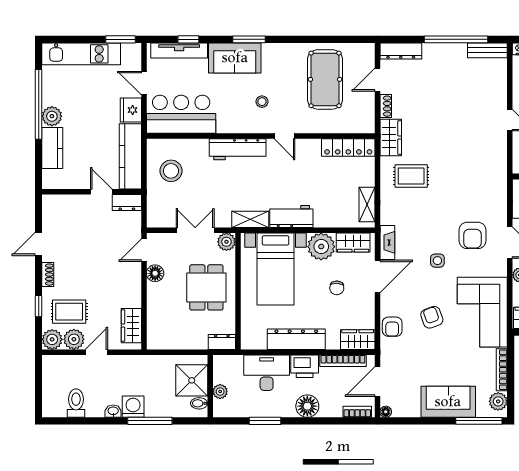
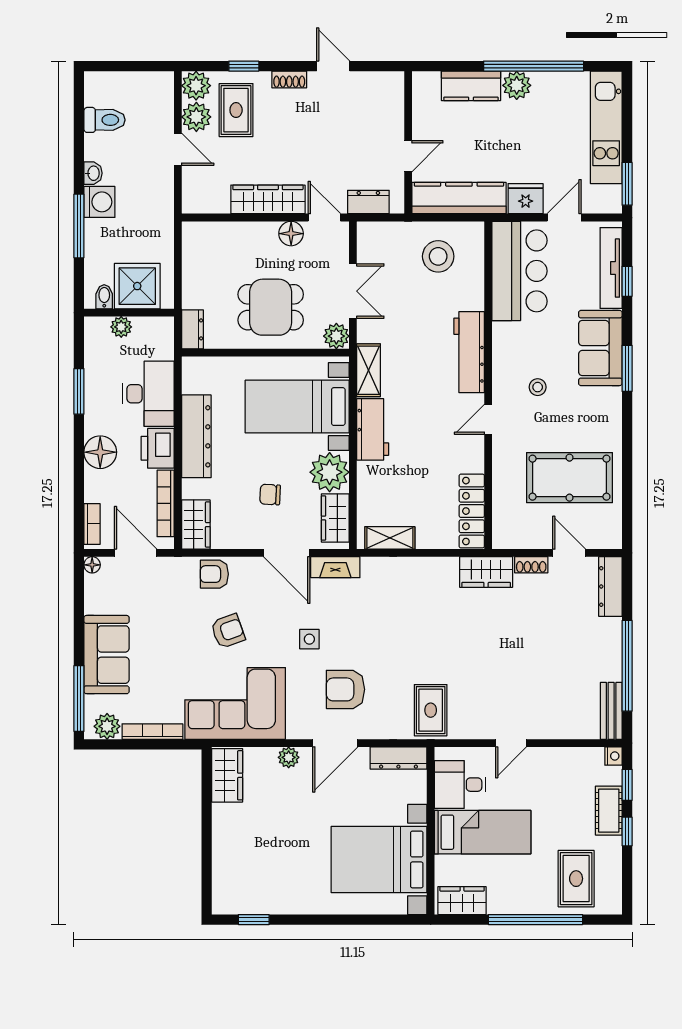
rug: (411, 176) -> (431, 710), moved
dresser: (127, 203) -> (368, 202), moved, turned 90
wardrobe: (131, 326) -> (268, 199), moved, width x1.50

